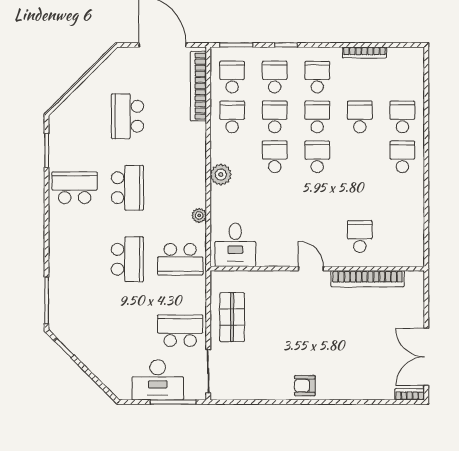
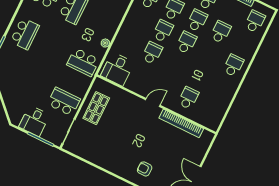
school desk: (402, 117) -> (255, 21), moved
plant: (221, 175) -> (128, 26), removed
school desk: (275, 197) -> (152, 53), added
school desk: (127, 259) -> (25, 34), moved
door: (311, 269) -> (153, 103), hinge flipped
desk: (158, 380) -> (34, 121), width x0.73
armchair: (305, 386) -> (145, 169), moved

